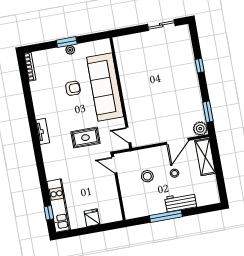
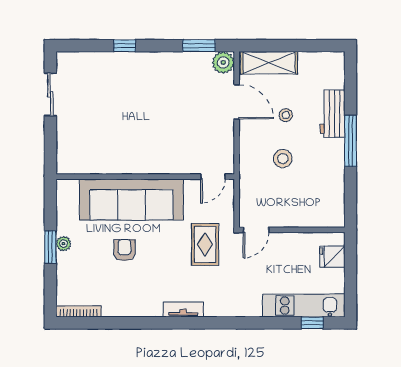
door: (114, 165) -> (256, 230), moved
wall: (118, 187) -> (292, 230), moved

